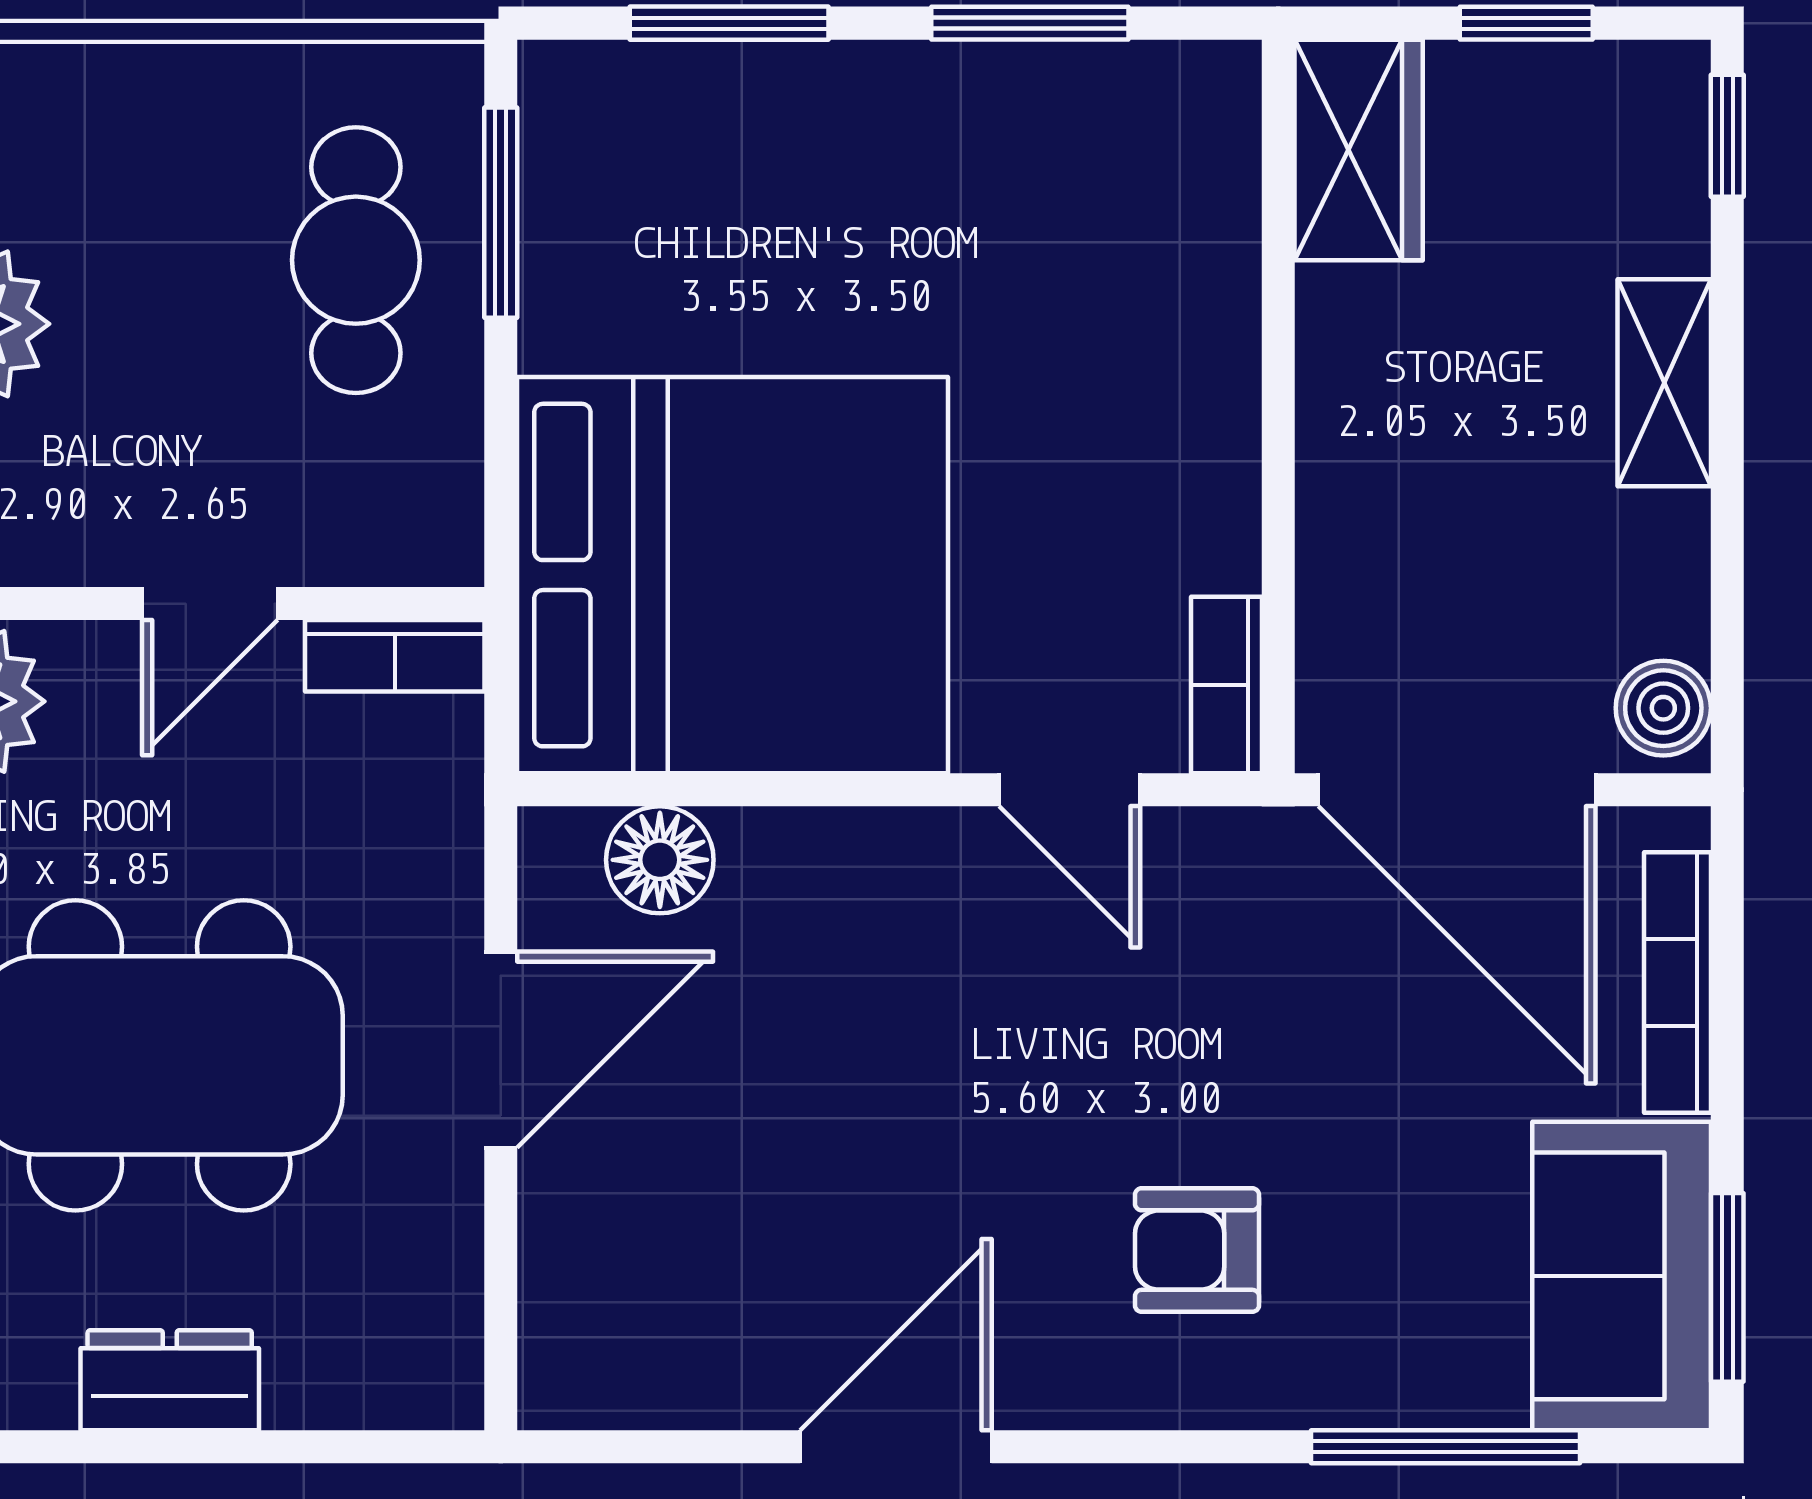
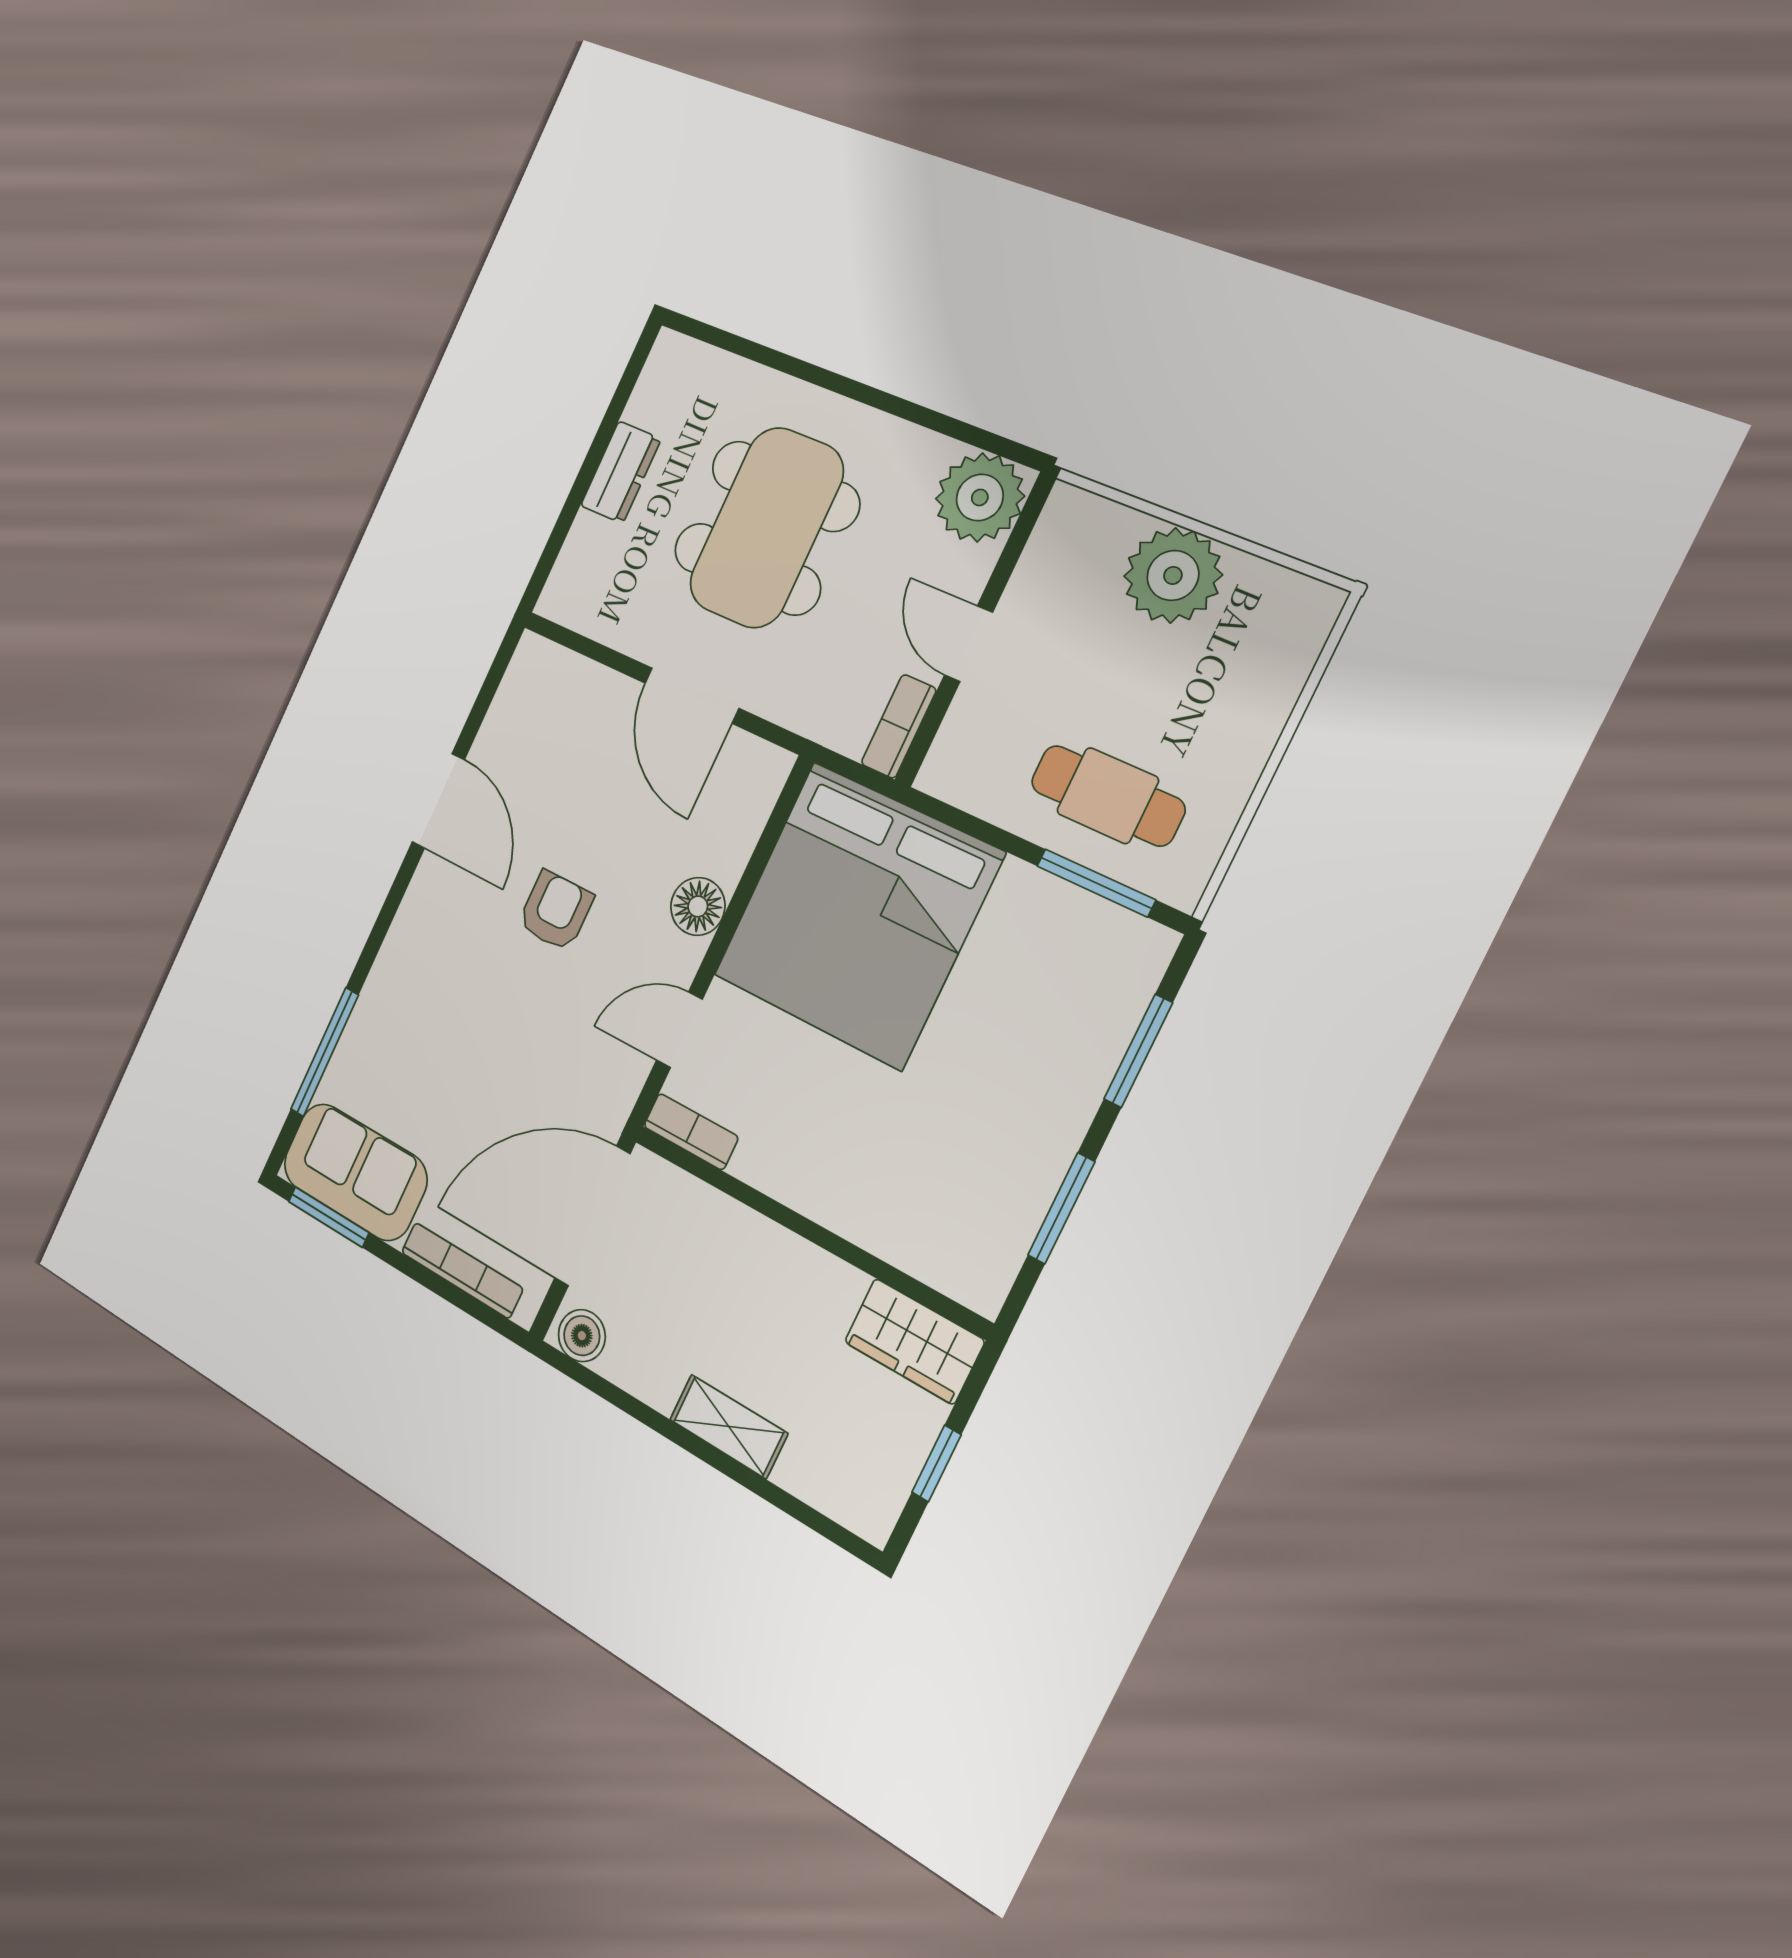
window: (1727, 136) -> (831, 1531), removed
floor lamp: (660, 860) -> (698, 906), moved
armchair: (1197, 1250) -> (556, 911), moved

